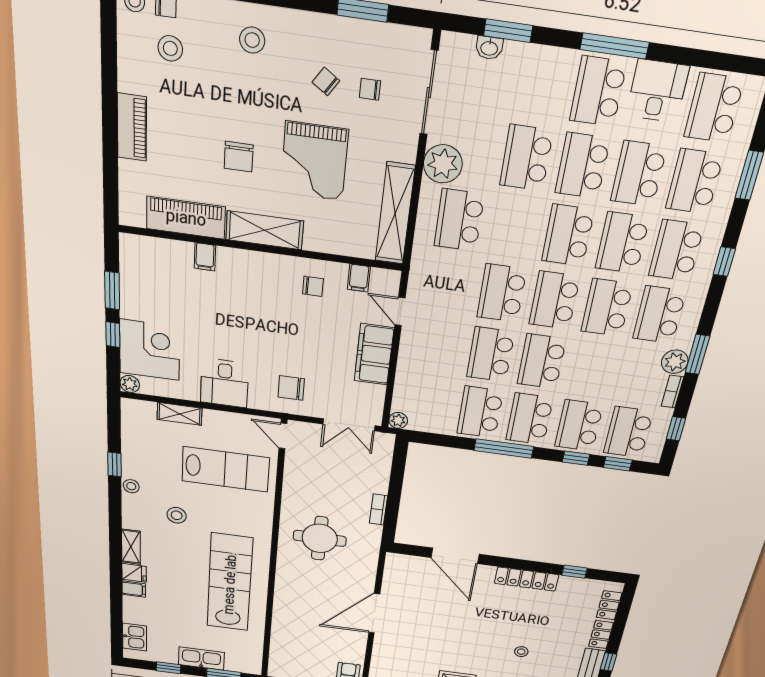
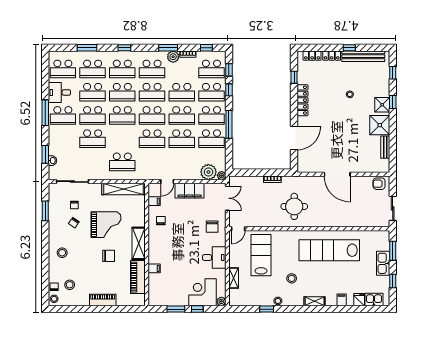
plant: (443, 164) -> (208, 172), moved
school desk: (592, 368) -> (182, 92), added
fridge: (134, 573) -> (359, 300), moved

